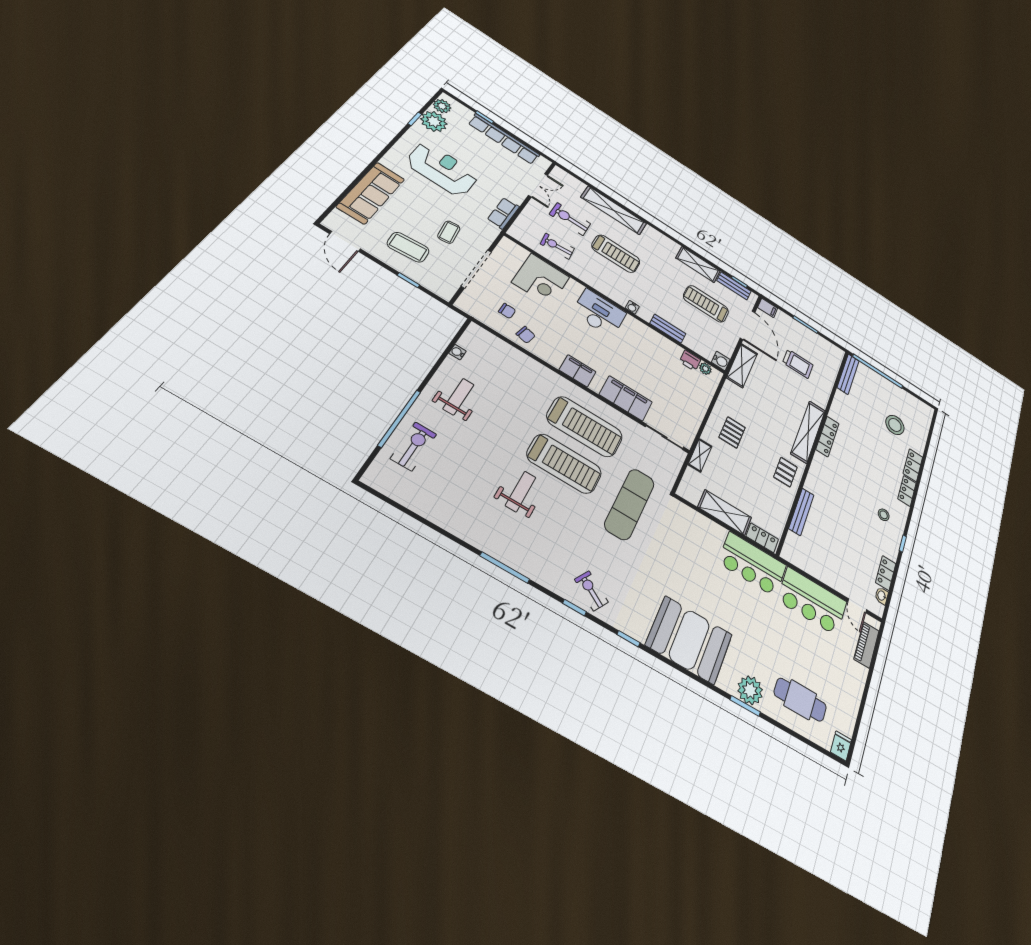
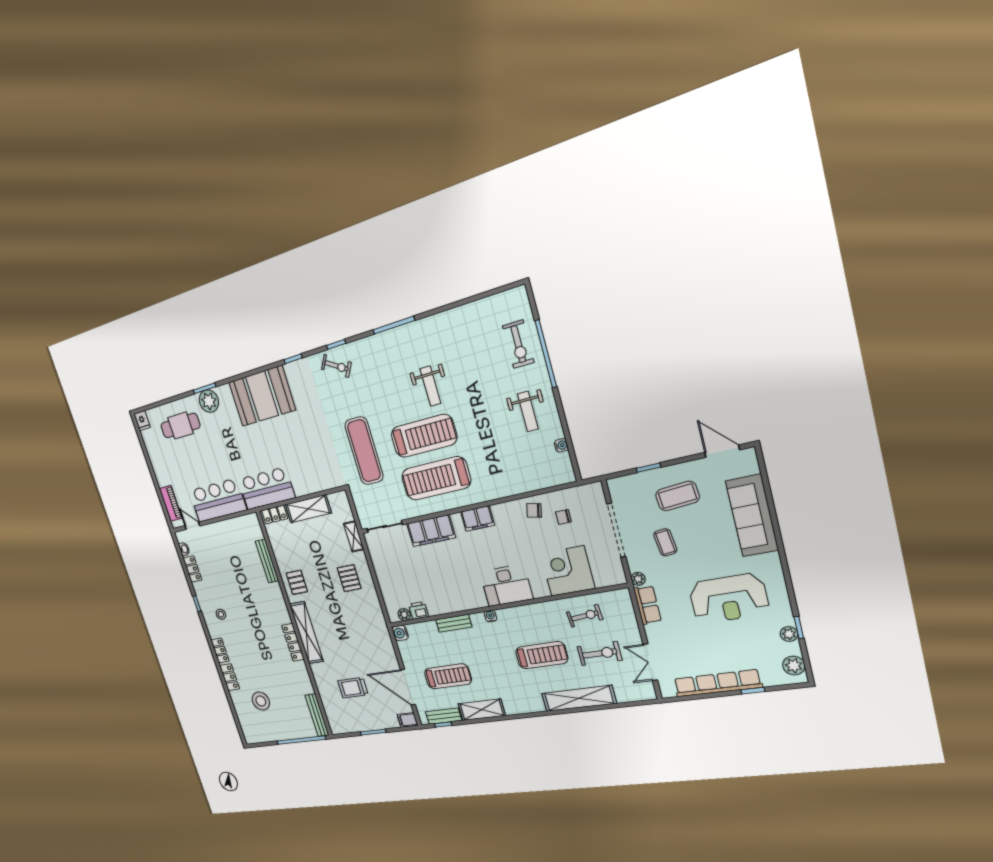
plant: (434, 121) -> (789, 634), width x0.53, depth x0.53
plant: (493, 231) -> (638, 579), added
treadmill: (616, 254) -> (542, 655), turned 180
shelving: (742, 366) -> (385, 645), removed
treadmill: (564, 464) -> (424, 436), turned 180

